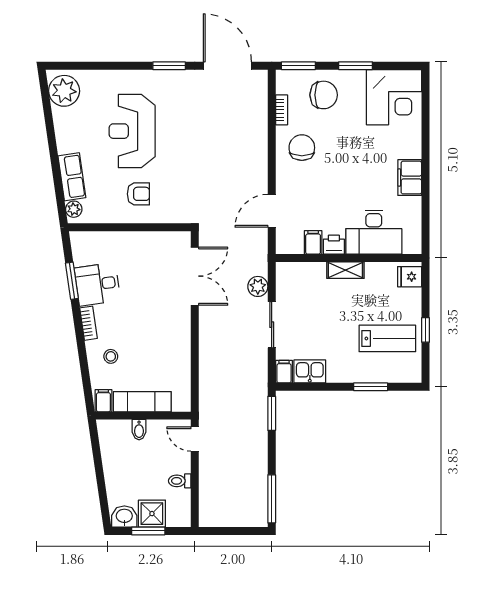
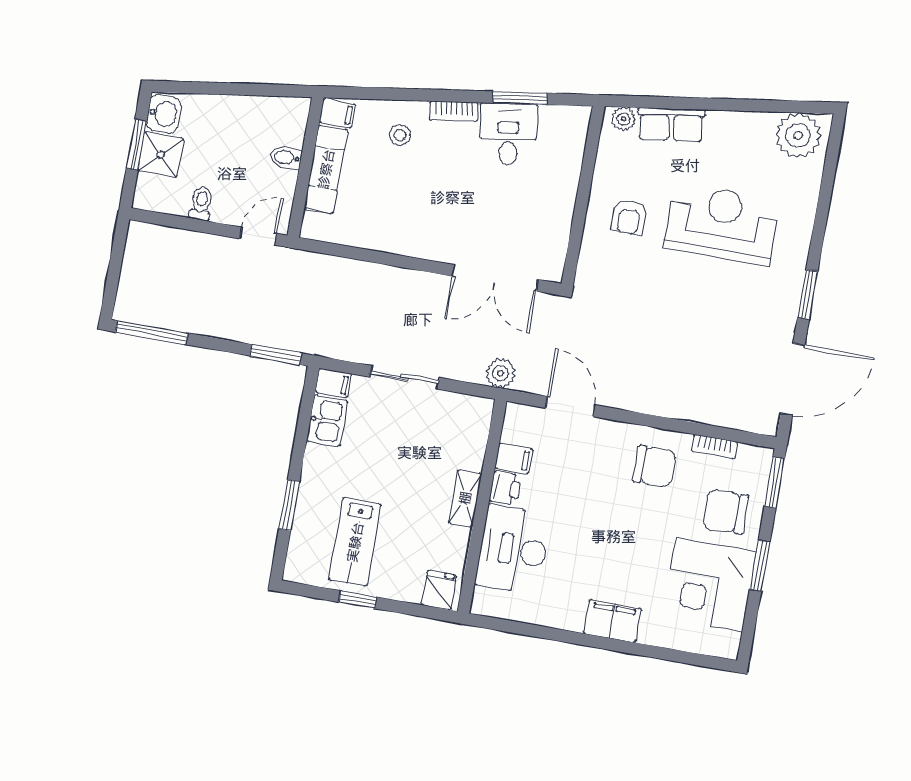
chair: (324, 95) -> (725, 512), turned 90
corner desk: (394, 97) -> (709, 585), moved
filing cabinet: (410, 178) -> (612, 621), moved
plant: (258, 286) -> (500, 373), moved

